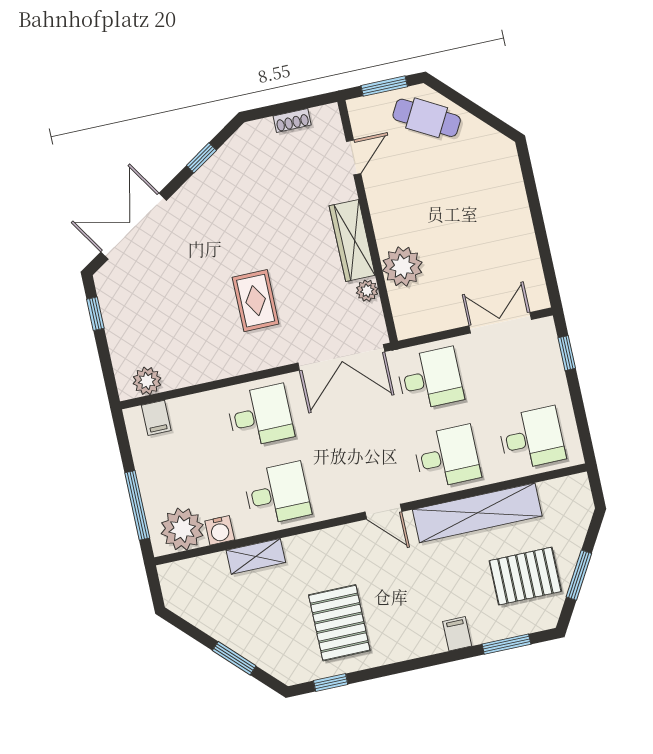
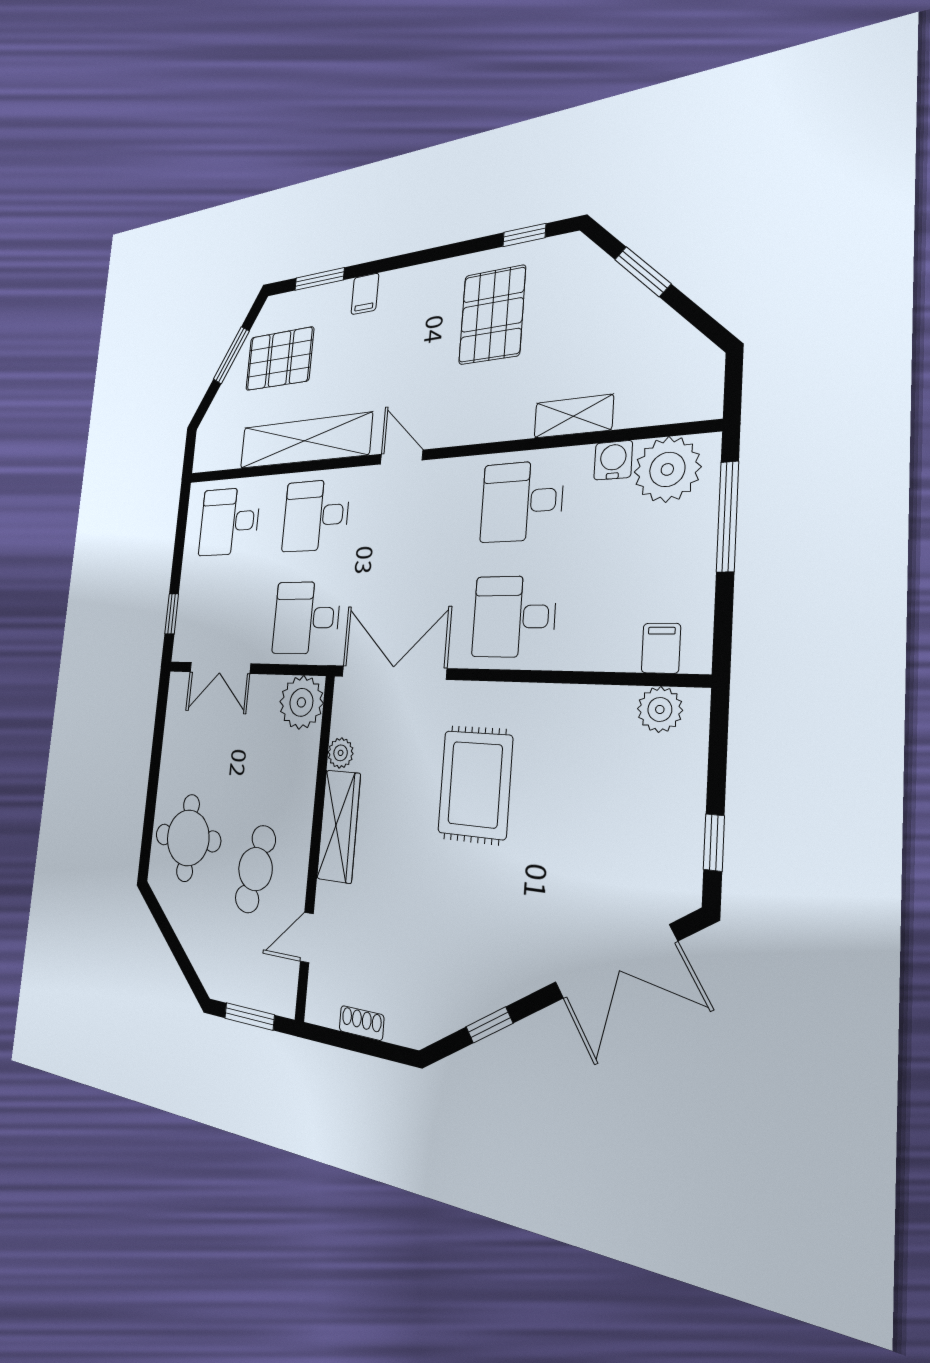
cafe table: (427, 118) -> (255, 869), moved, turned 74
round table: (486, 188) -> (188, 838), added
plant: (402, 267) -> (301, 702), moved
rug: (256, 301) -> (475, 784), width x1.36, depth x1.43

